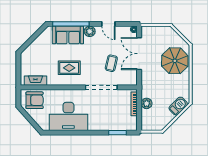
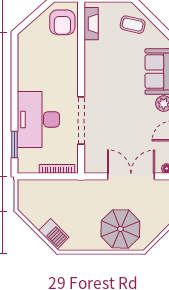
coffee table: (111, 63) -> (133, 25), moved
rug: (69, 68) -> (110, 73), removed
plant: (147, 103) -> (58, 187), removed
desk: (68, 116) -> (38, 119), moved

